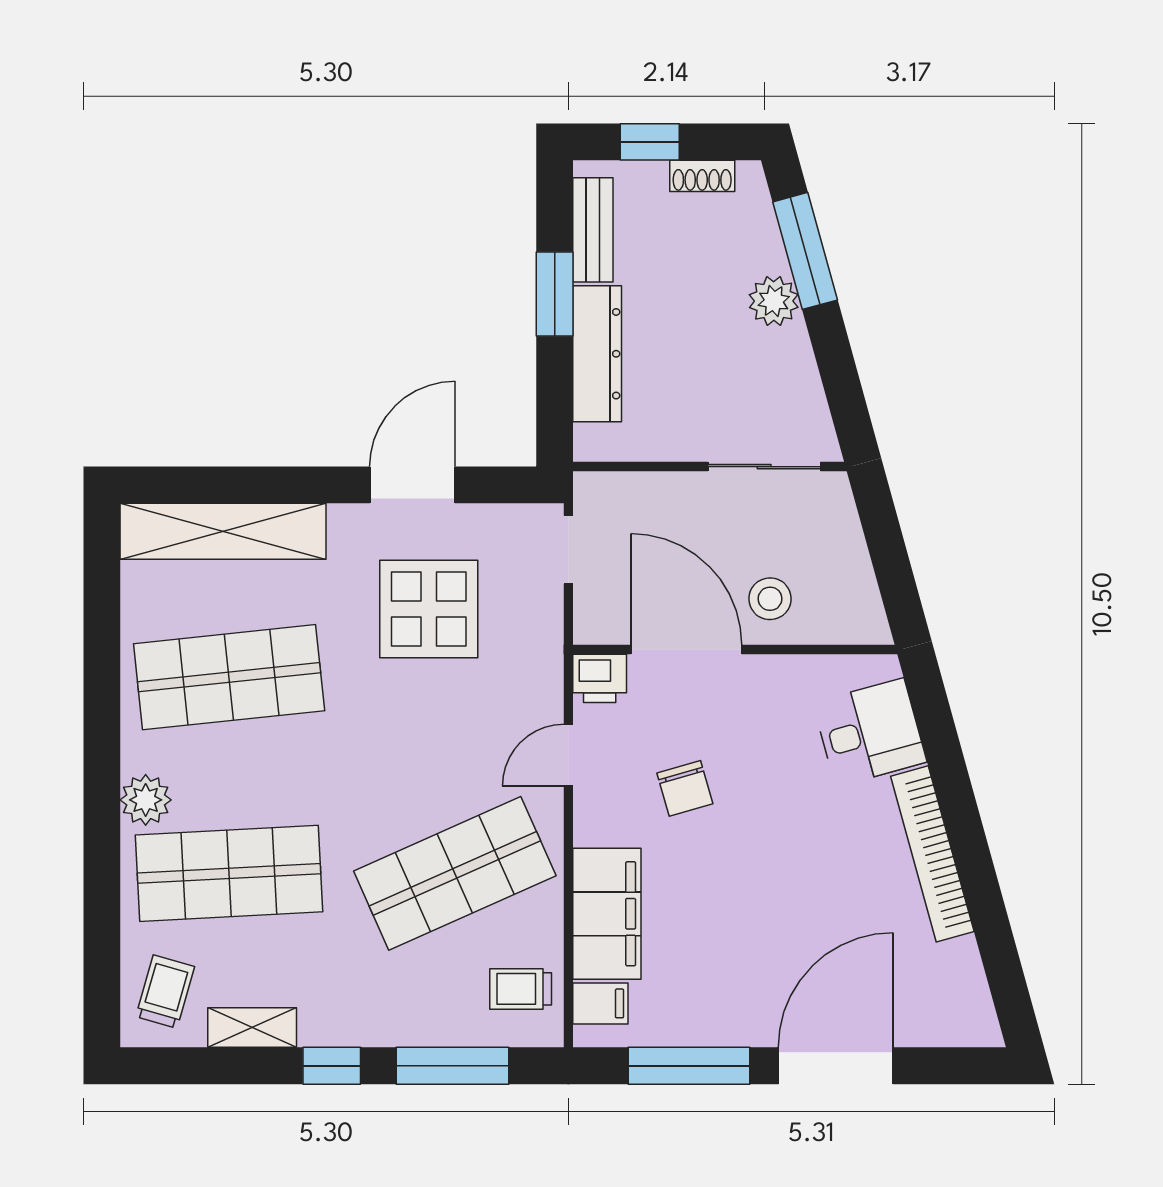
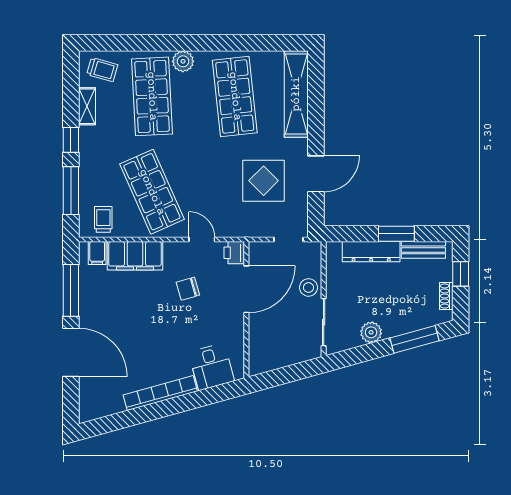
plant: (774, 301) -> (371, 332), moved
door: (412, 485) -> (316, 174), hinge flipped
stool: (770, 599) -> (308, 287), moved

